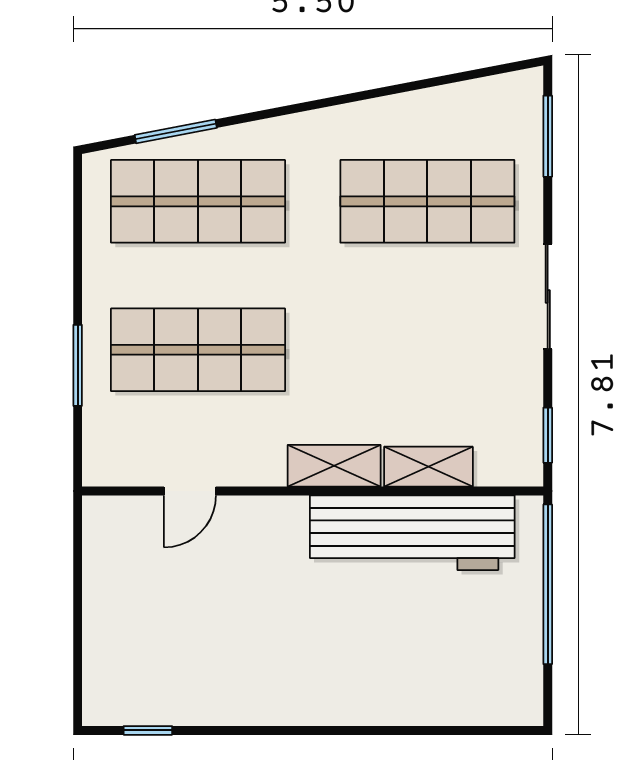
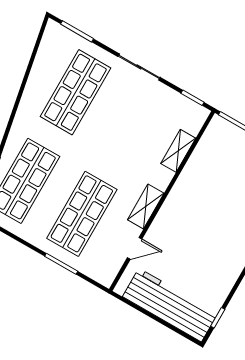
shelving: (334, 466) -> (146, 207), moved
door: (190, 491) -> (135, 248), hinge flipped
workbench: (412, 533) -> (170, 305), moved, turned -90

